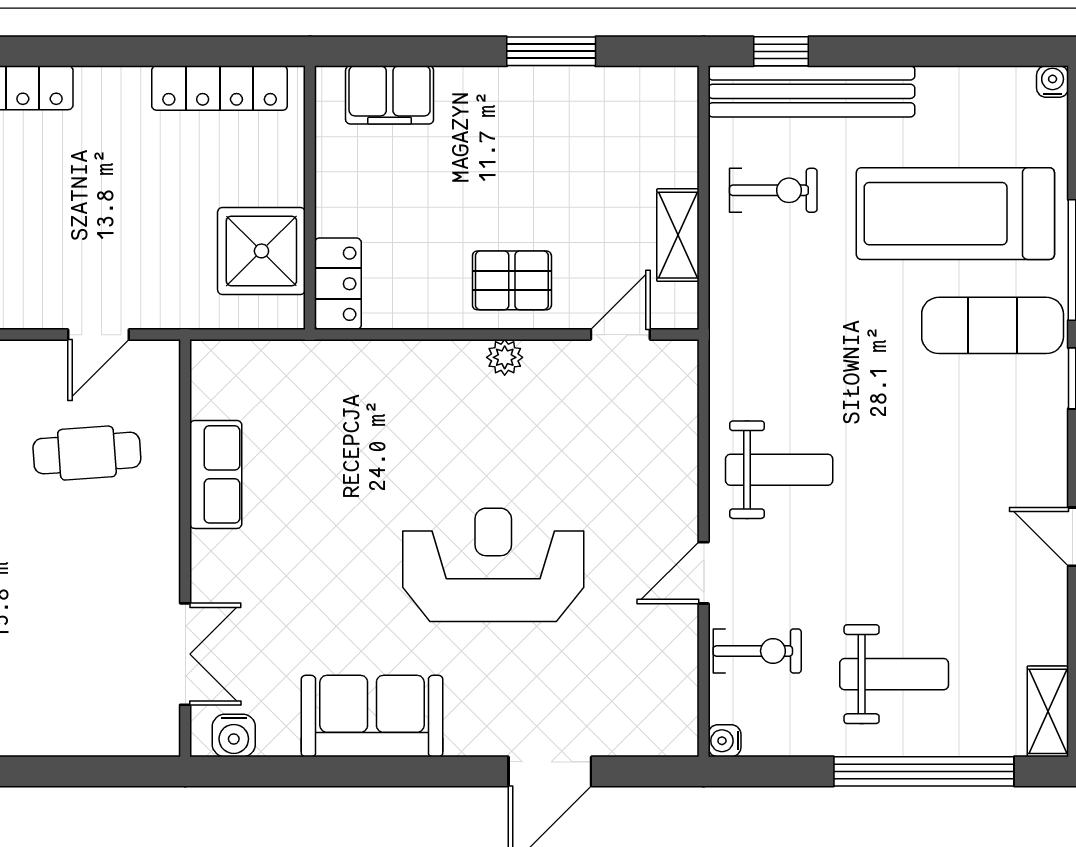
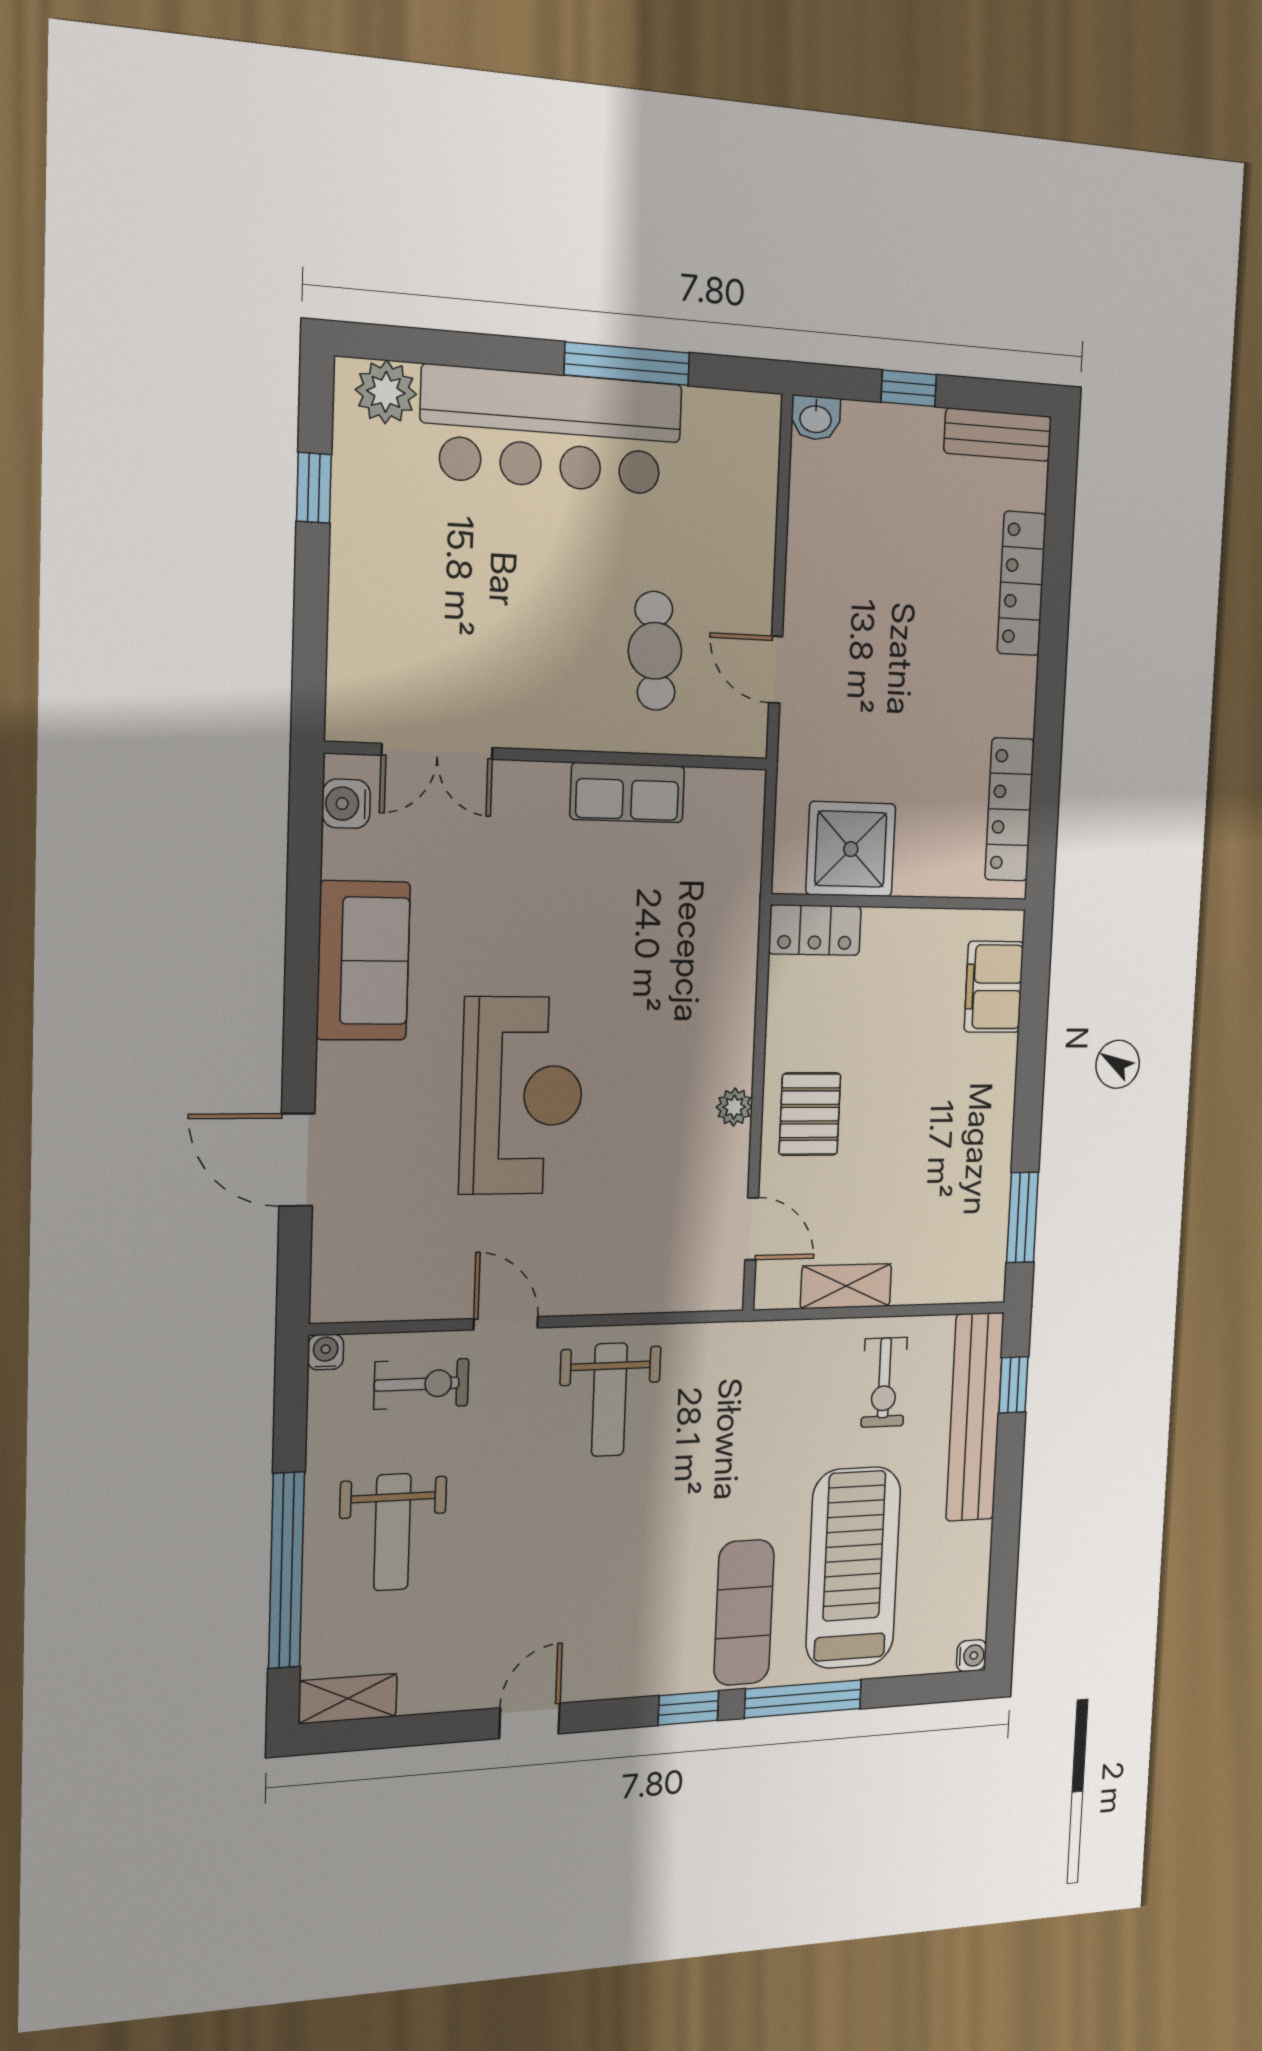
window: (551, 51) -> (1022, 1217), moved
exercise bike: (757, 651) -> (421, 1384), turned -90

